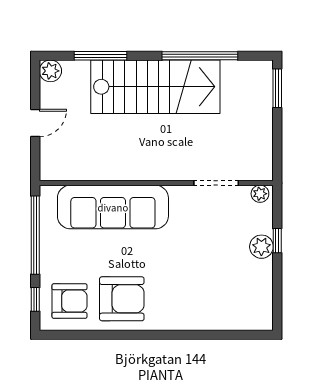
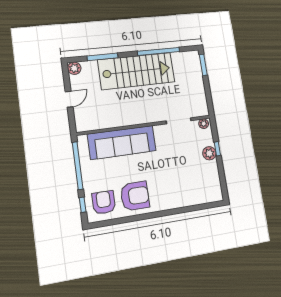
armchair: (69, 301) -> (104, 202), turned -90

